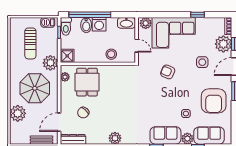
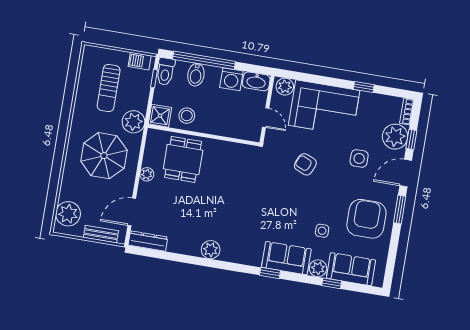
washing machine: (99, 24) -> (231, 79), moved
stool: (111, 54) -> (187, 116), moved
plant: (65, 77) -> (147, 174), moved
armchair: (214, 101) -> (366, 219), turned 180
plant: (18, 113) -> (68, 214), moved
chair: (83, 113) -> (170, 204), removed

